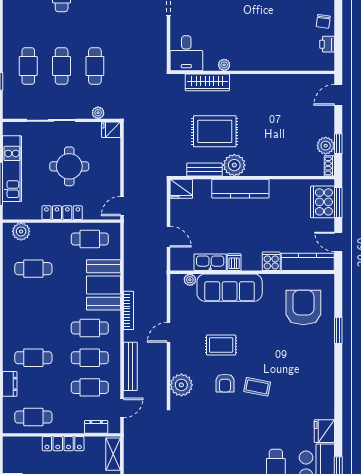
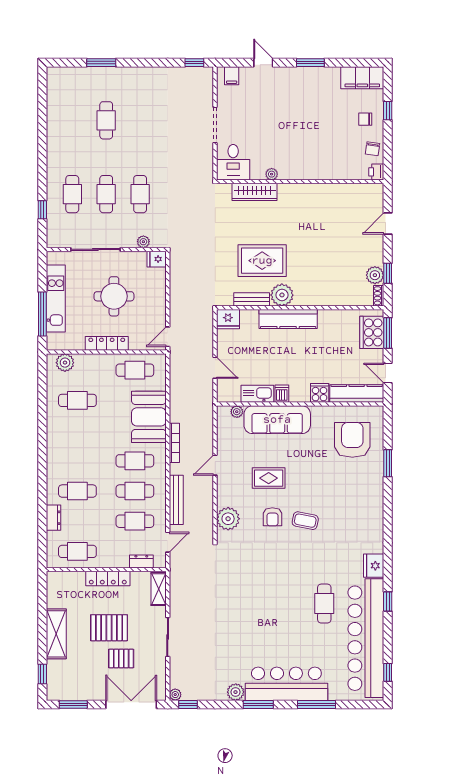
desk: (186, 53) -> (233, 162), moved
plant: (224, 65) -> (272, 174), moved
wall: (252, 72) -> (300, 182), moved
wardrobe: (207, 82) -> (255, 192), moved

